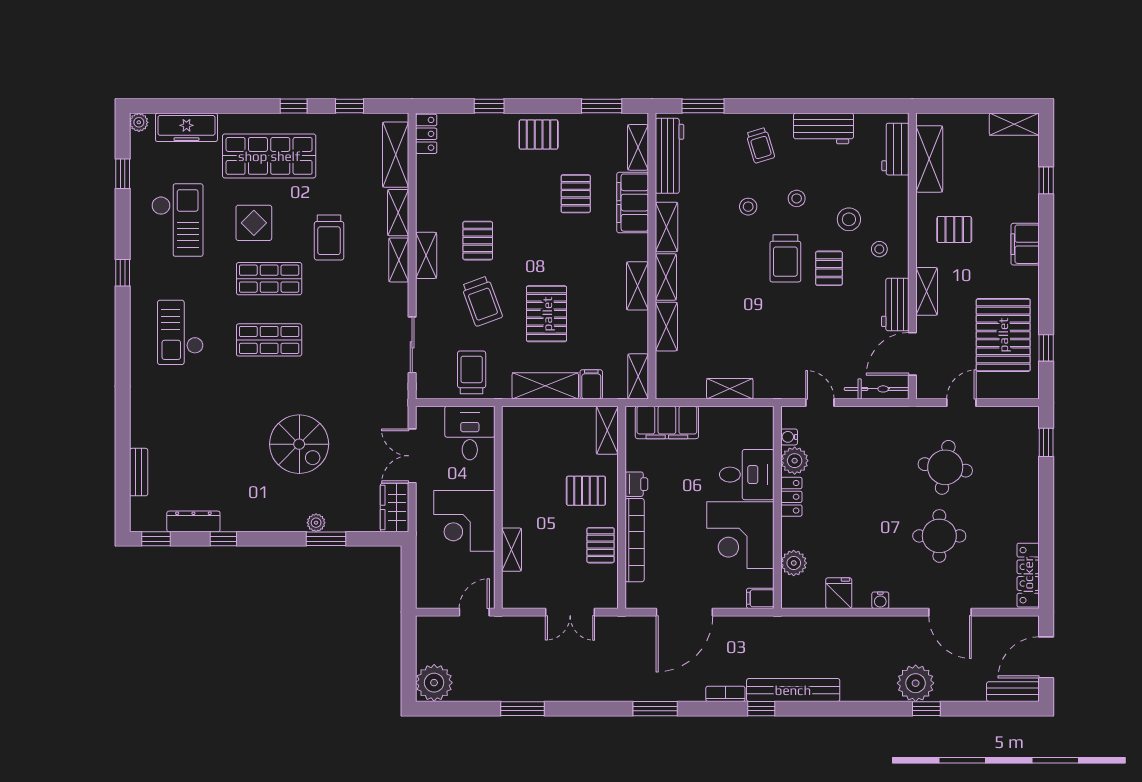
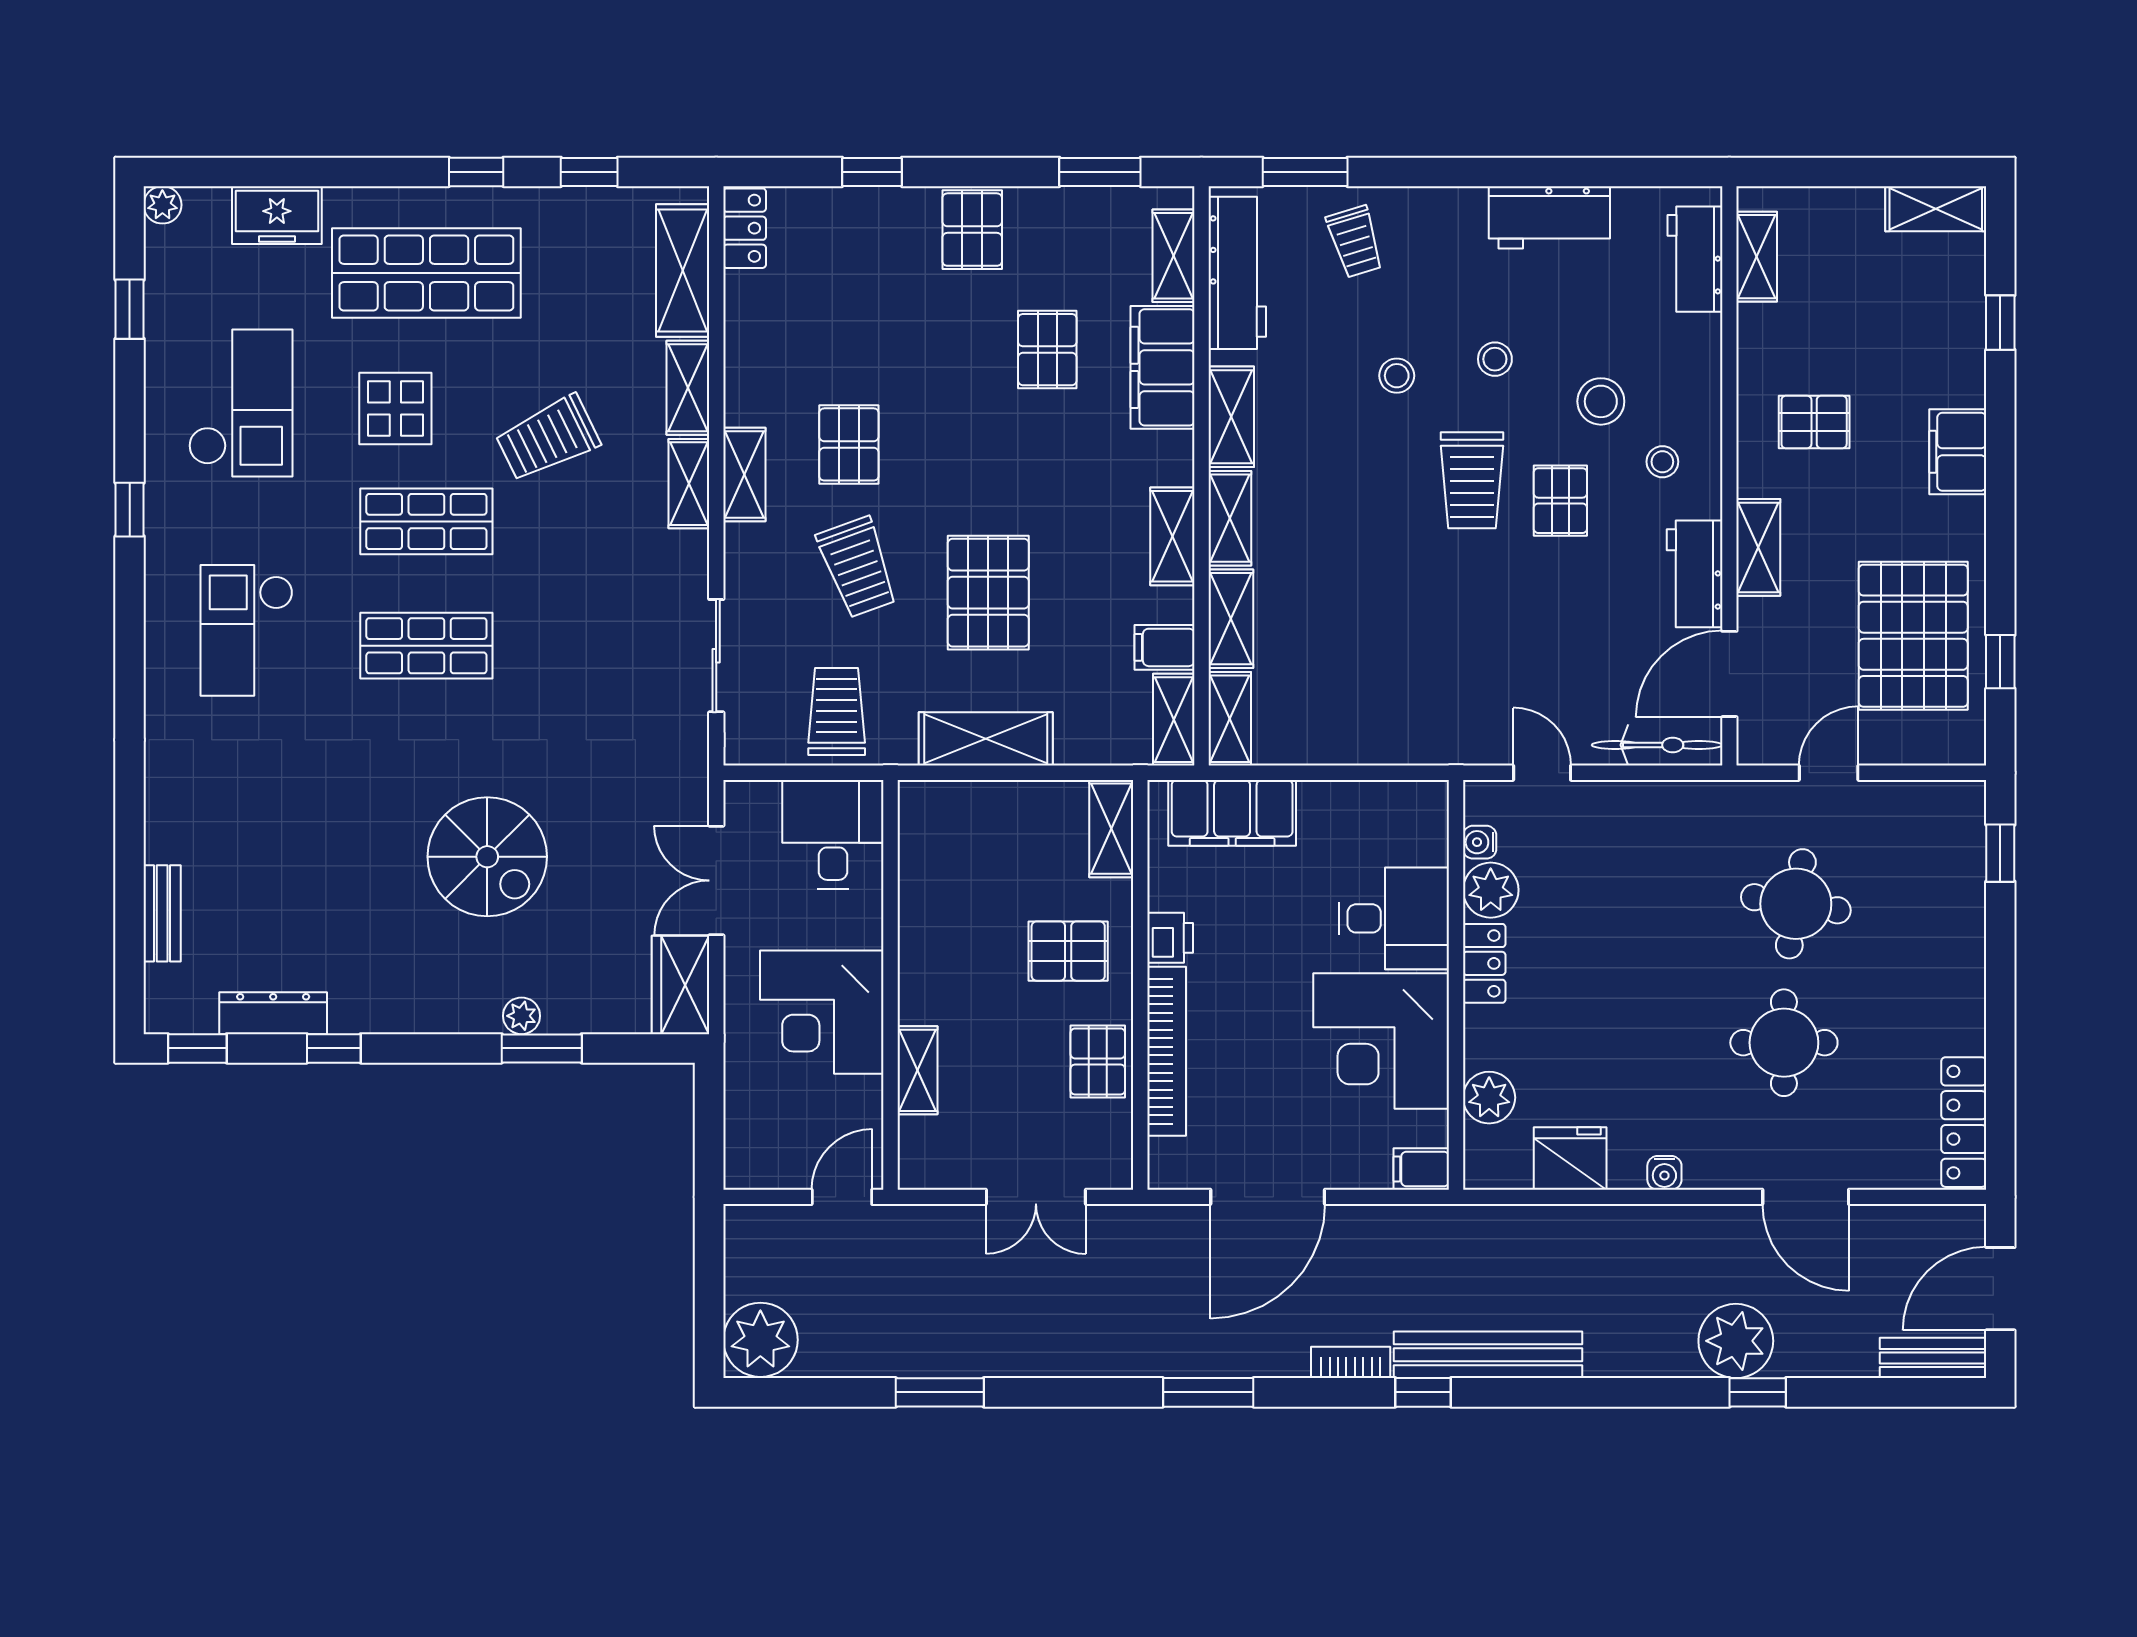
freezer: (186, 127) -> (277, 215), width x0.71
pallet: (539, 134) -> (972, 230), turned 90
trolley: (760, 145) -> (1355, 242), moved
shelving: (929, 159) -> (1757, 257), width x0.67, depth x0.75
trolley: (329, 238) -> (548, 438), turned 64
filing cabinet: (591, 384) -> (1165, 647), moved, turned -90
shelving: (730, 389) -> (1230, 719), moved, turned 90
fridge: (839, 593) -> (1570, 1159), width x1.38

